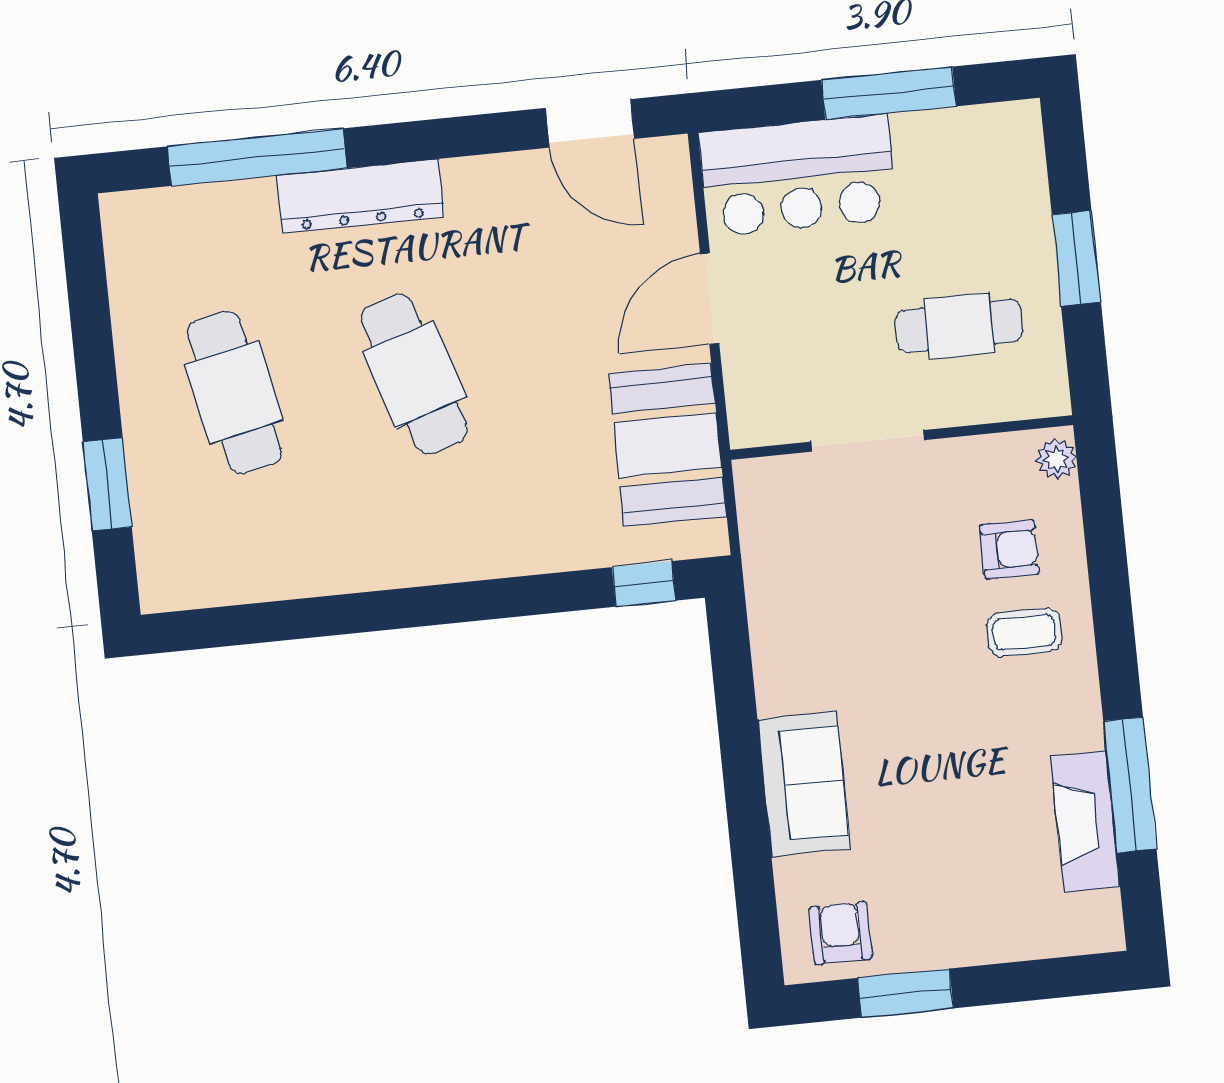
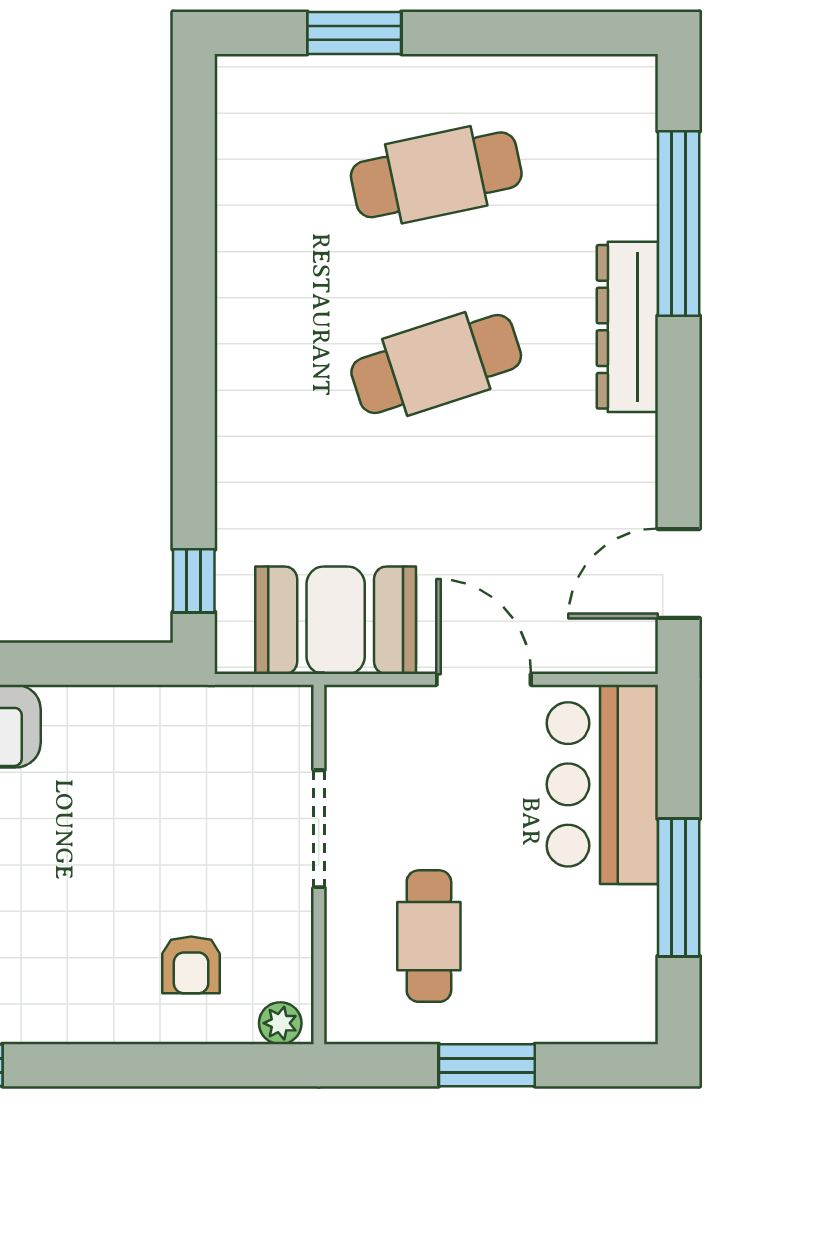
coffee table: (1024, 632) -> (103, 972), removed

